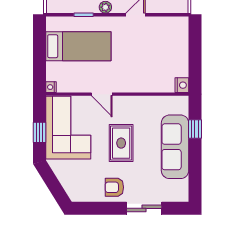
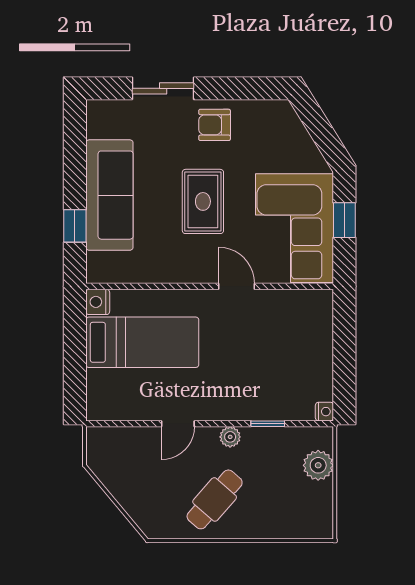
bed: (78, 46) -> (142, 342), moved, turned 180
nightstand: (51, 87) -> (324, 412), moved
armchair: (114, 187) -> (215, 125), turned 180

